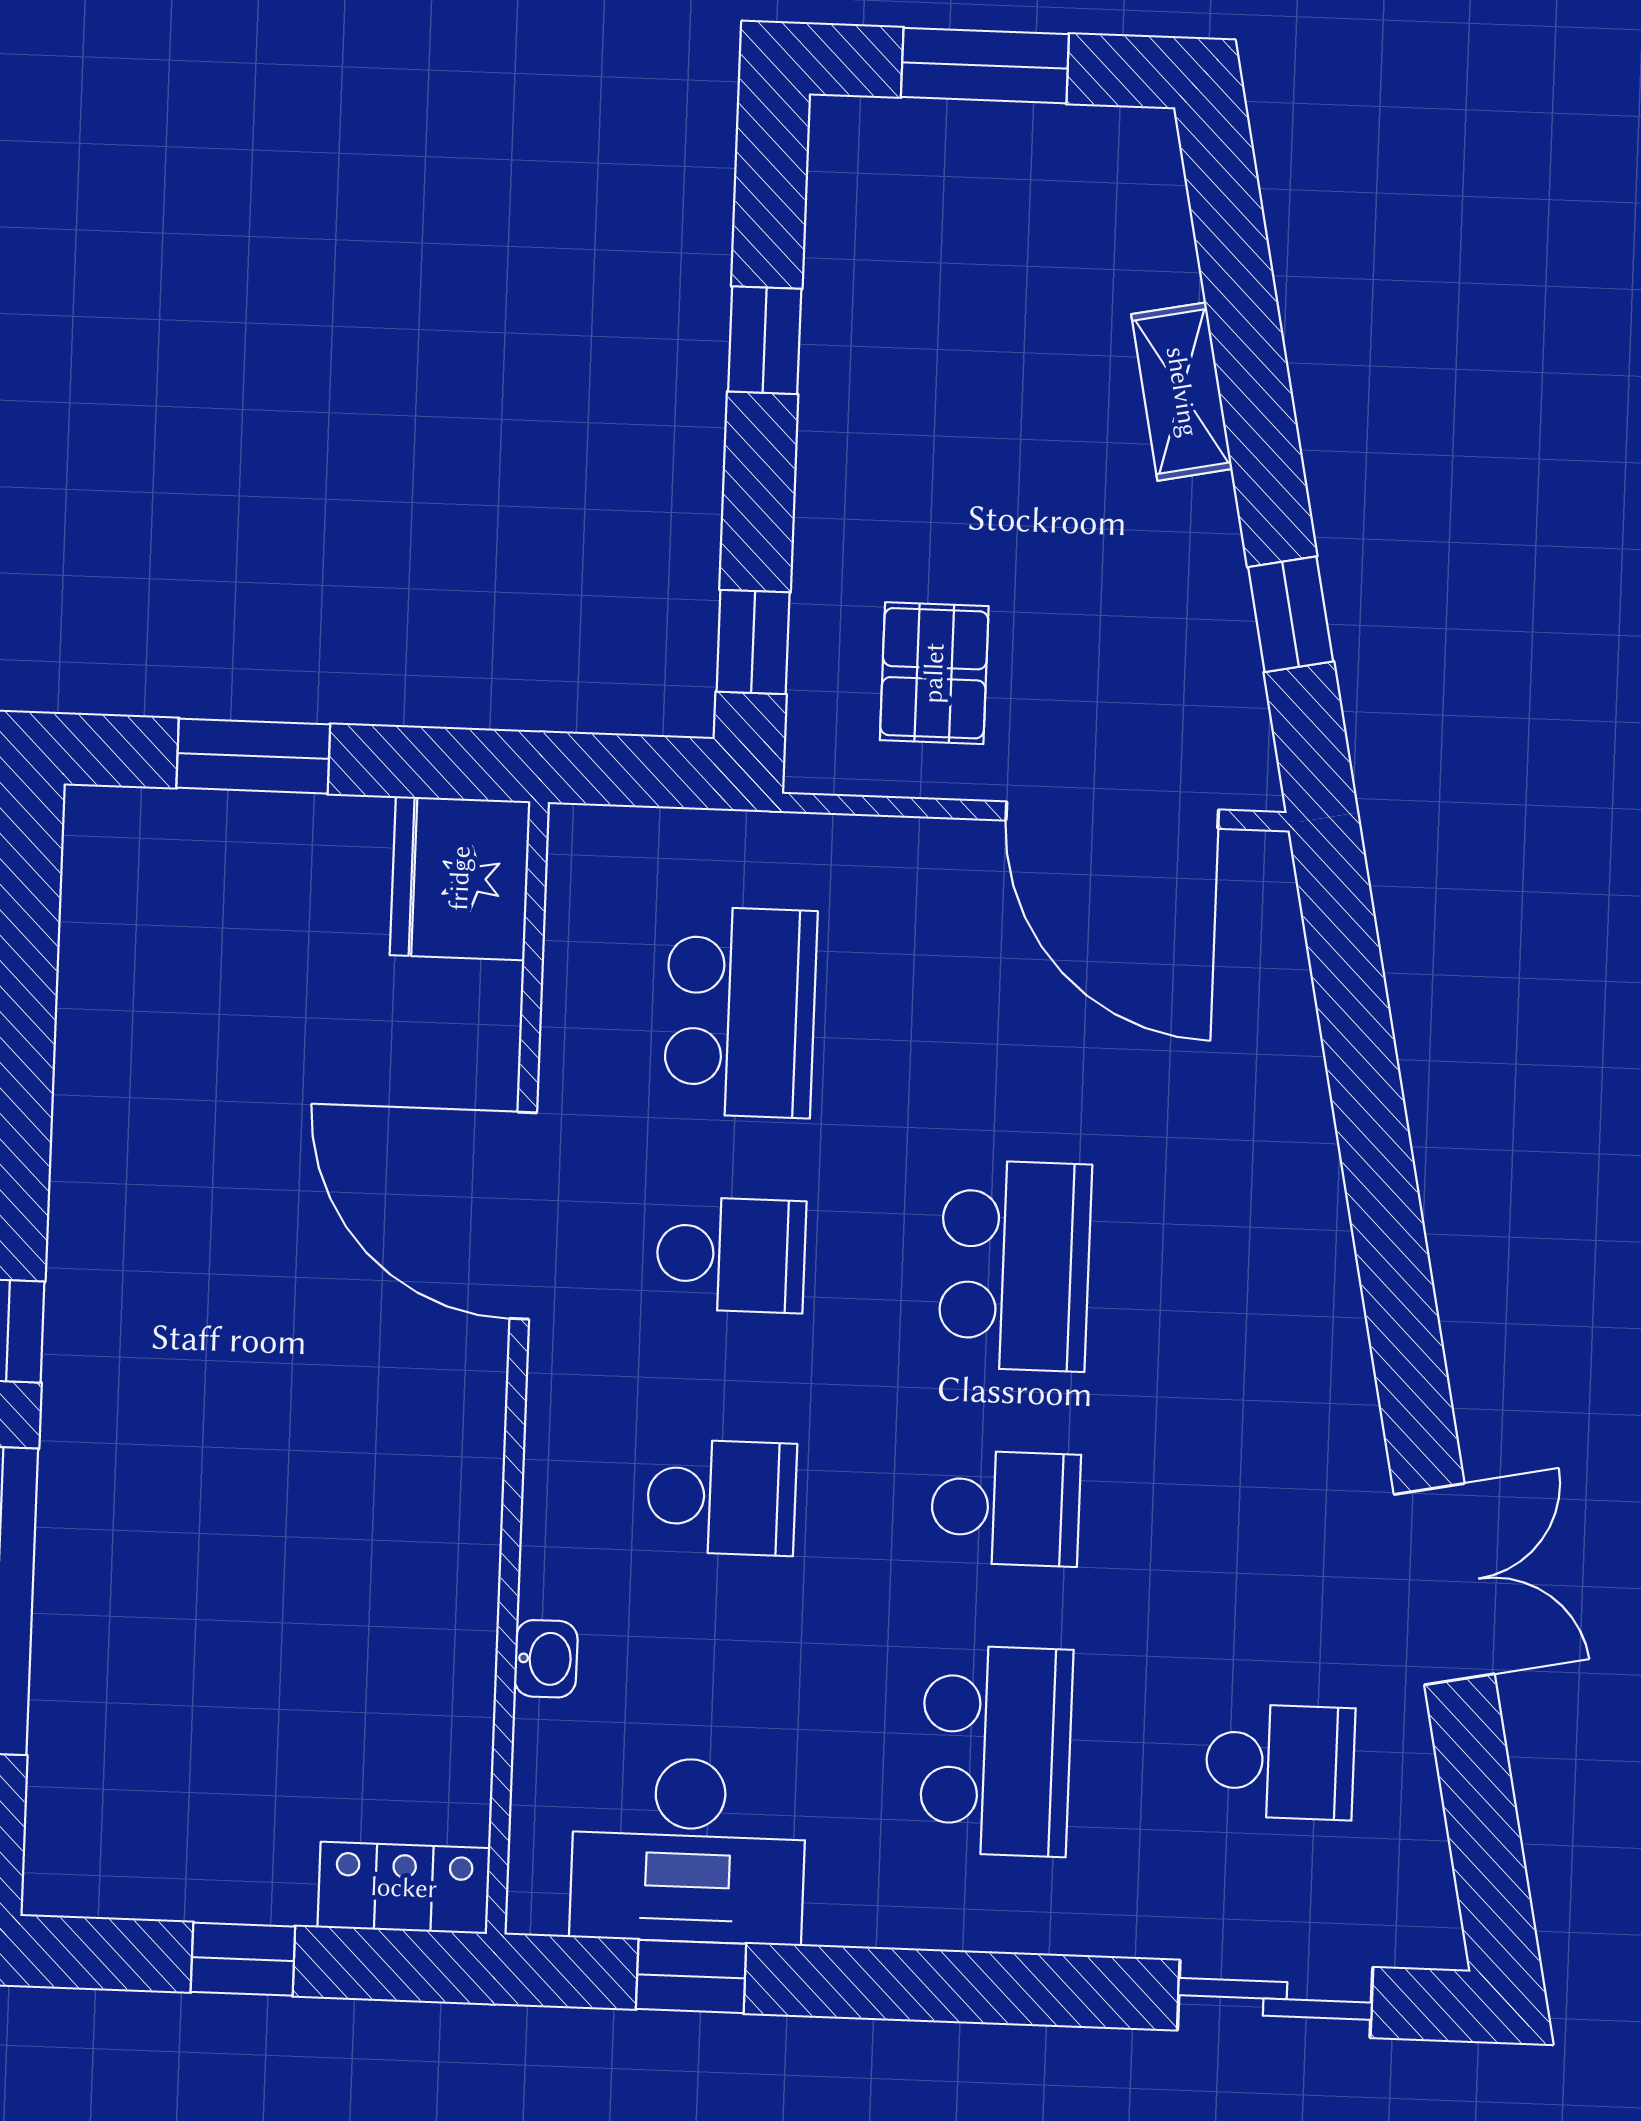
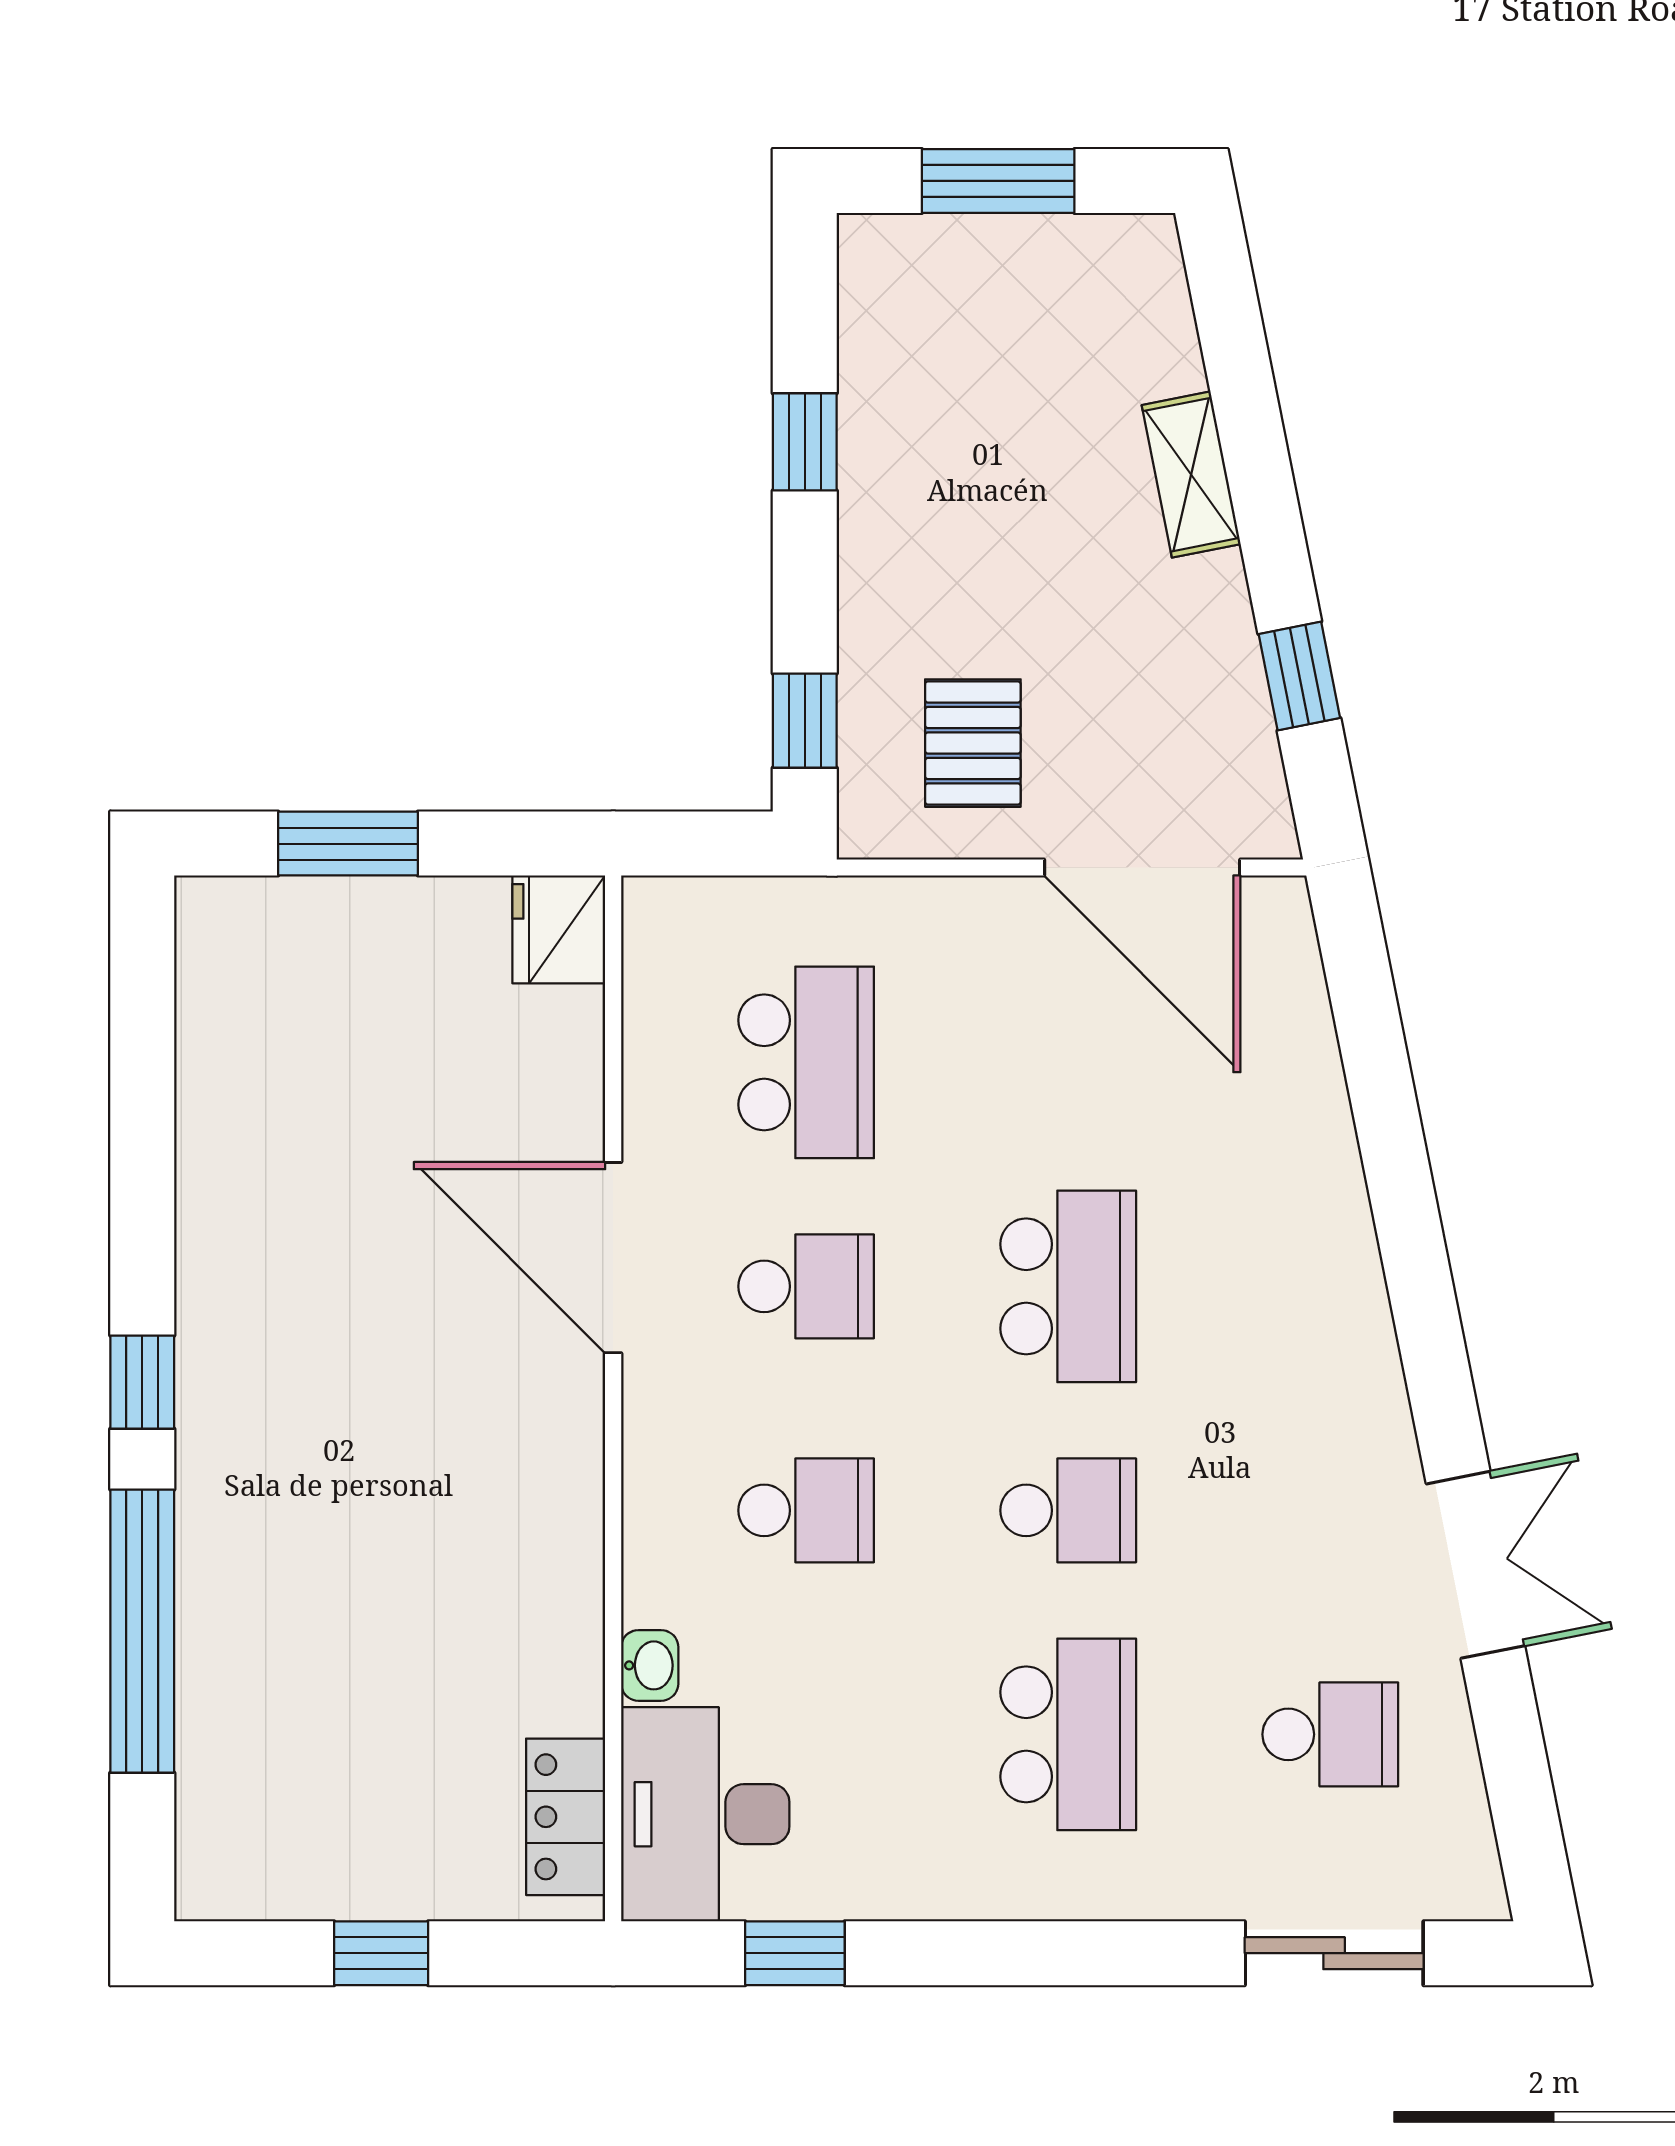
fridge: (460, 878) -> (559, 929), width x0.73, depth x0.75
desk: (688, 1850) -> (705, 1814), moved, turned 90
locker: (404, 1888) -> (566, 1817), moved, turned -90

